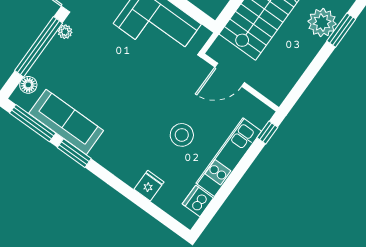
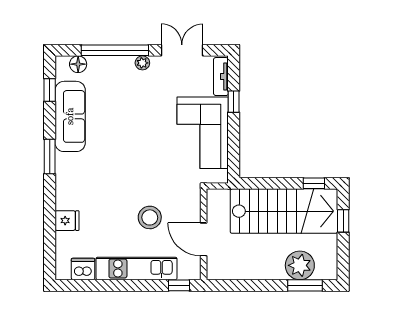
door: (230, 75) -> (204, 239), moved
window: (33, 123) -> (50, 90), width x0.46
stool: (182, 135) -> (150, 217), moved
window: (74, 153) -> (50, 156), moved

